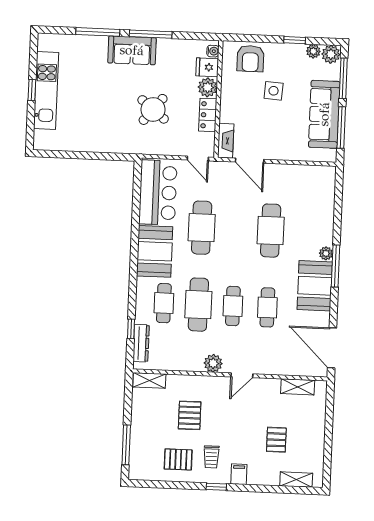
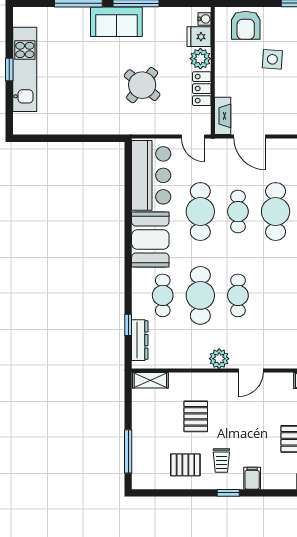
cafe table: (267, 307) -> (238, 212), moved

